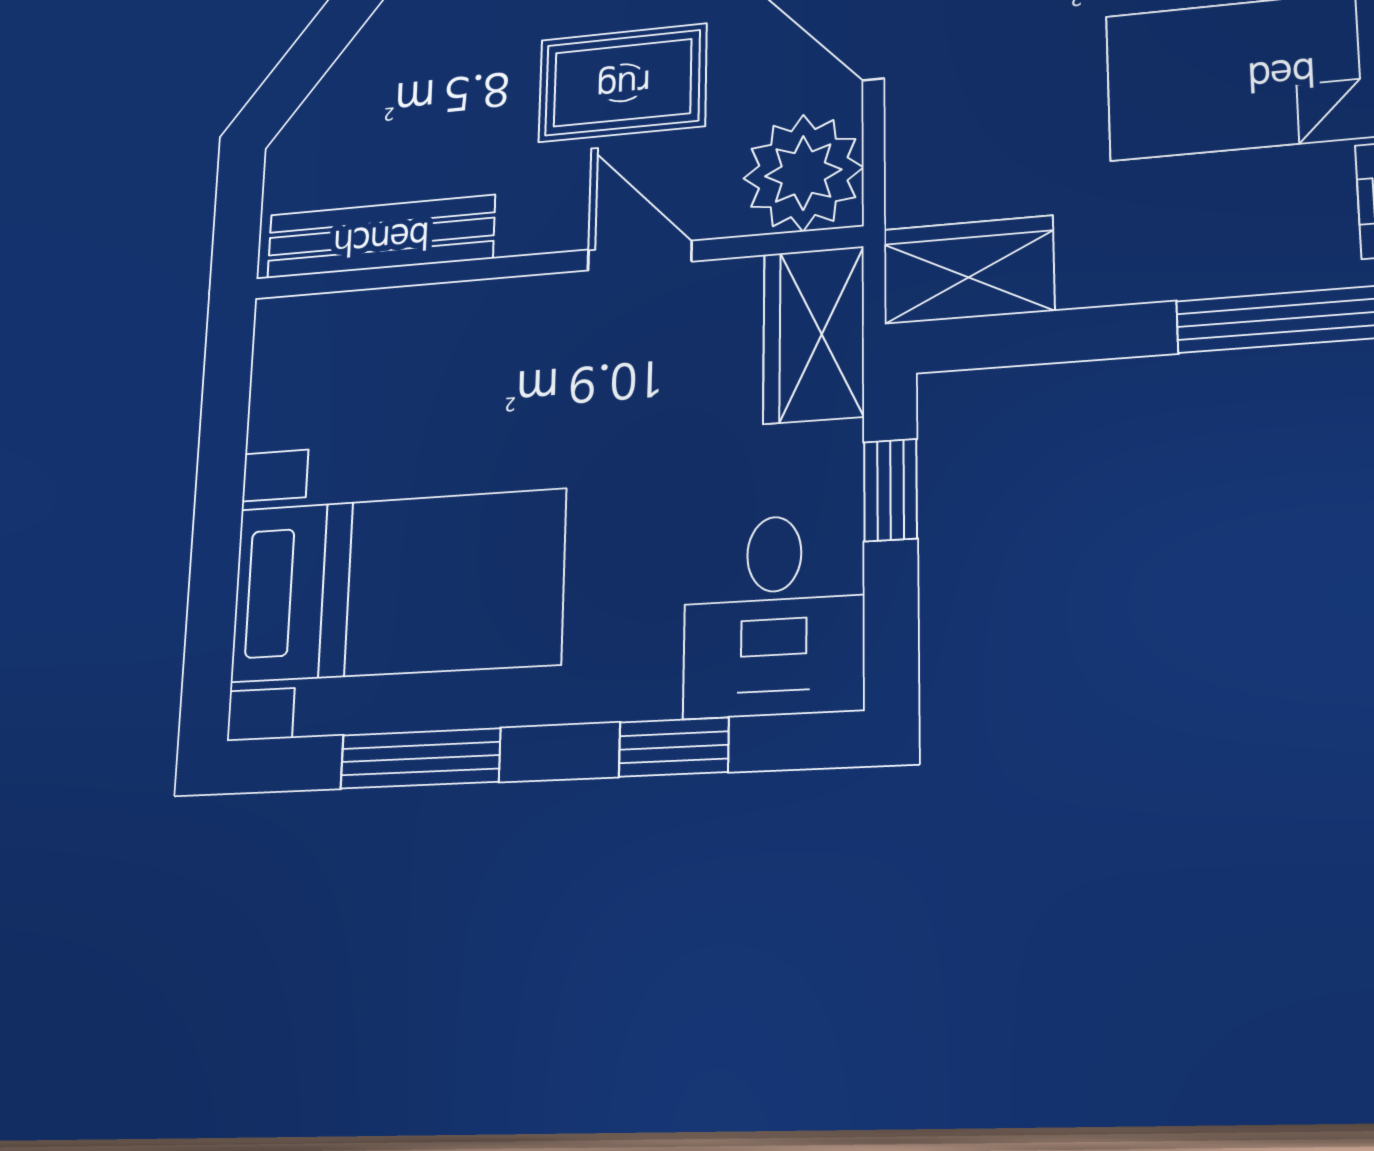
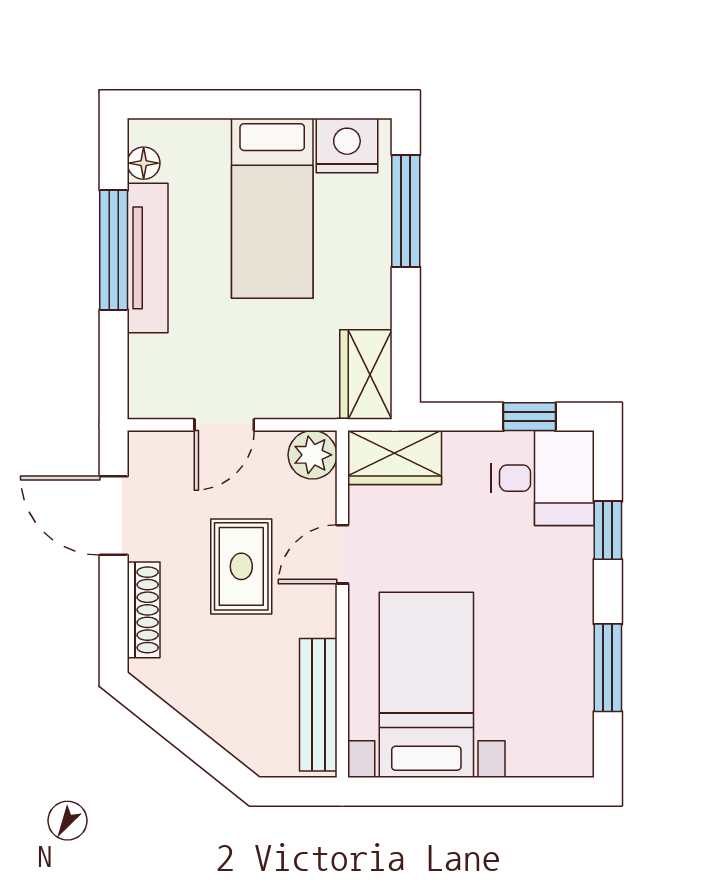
plant: (803, 173) -> (313, 455), width x0.73, depth x0.73
window: (890, 490) -> (529, 417), moved
bed with nightstands: (398, 586) -> (426, 685), moved

